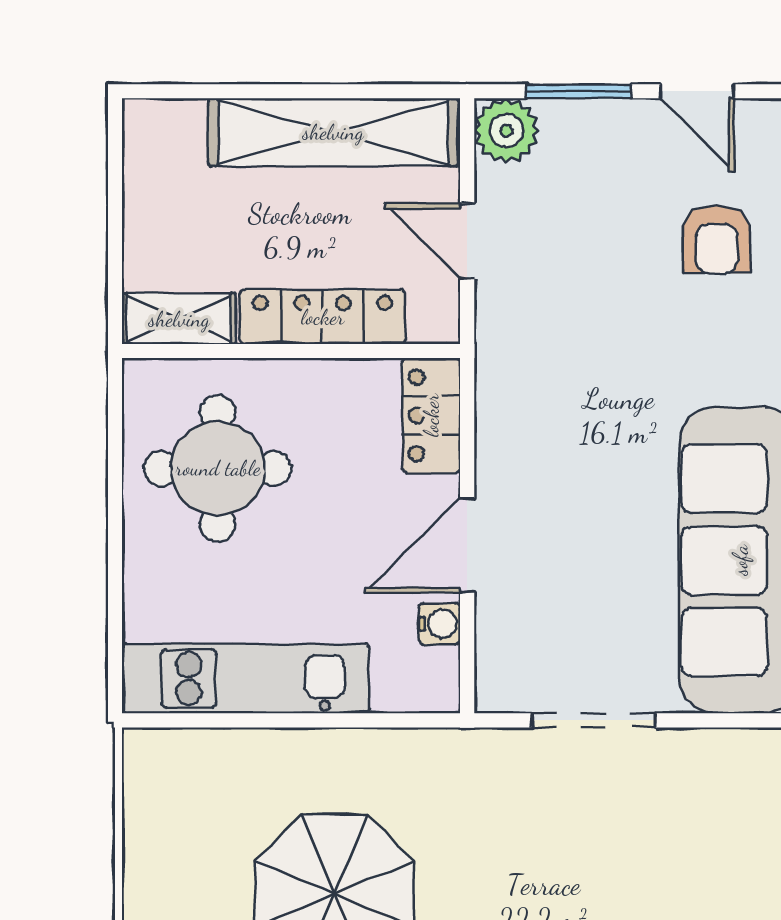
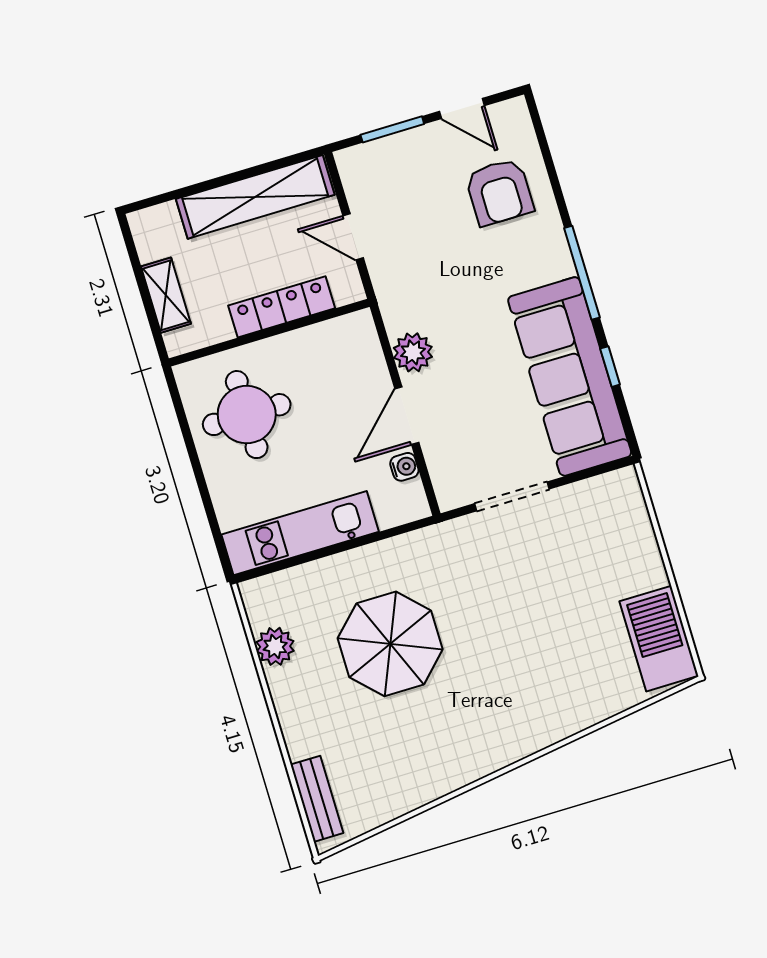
plant: (506, 131) -> (413, 352), moved
armchair: (717, 239) -> (499, 192), width x1.38, depth x1.38
shelving: (179, 319) -> (166, 295), moved, turned 90
locker: (431, 415) -> (363, 346), removed
plant: (153, 844) -> (275, 646), added

